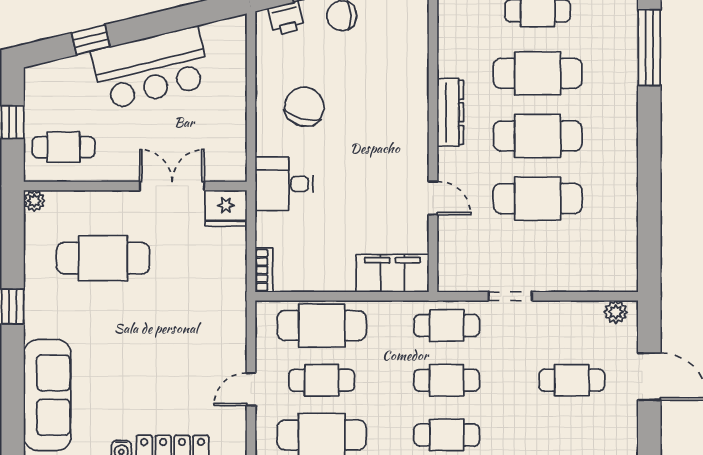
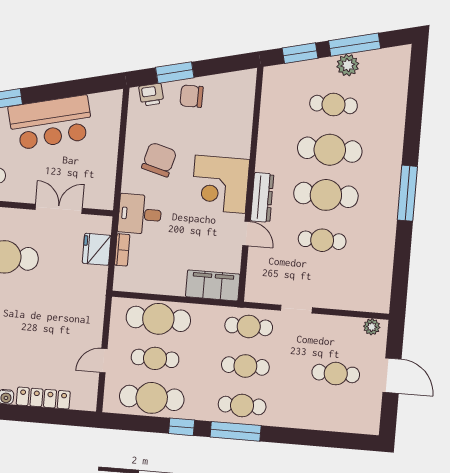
window: (649, 48) -> (407, 193), moved
dresser: (450, 112) -> (262, 197), moved
corner desk: (391, 134) -> (220, 184), added
cafe table: (538, 199) -> (322, 240), width x0.73, depth x0.74
fridge: (226, 208) -> (97, 249), moved, turned 90
bookcase: (264, 270) -> (122, 250), moved

